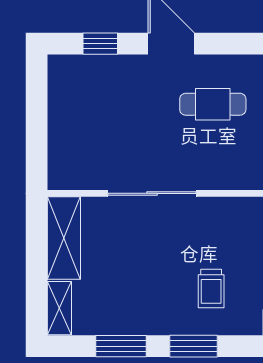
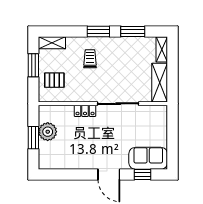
sofa: (88, 78) -> (148, 158), added
cafe table: (213, 104) -> (89, 146), removed
locker: (222, 178) -> (85, 111), added

